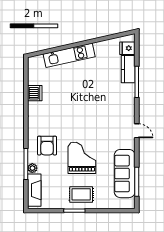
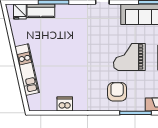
armchair: (47, 146) -> (117, 92), turned -90
plant: (32, 168) -> (140, 106), removed

